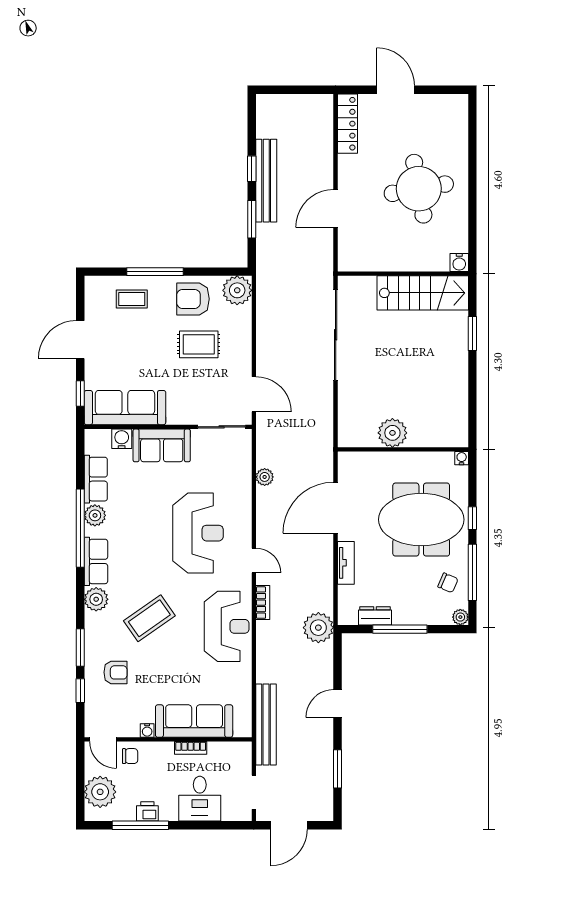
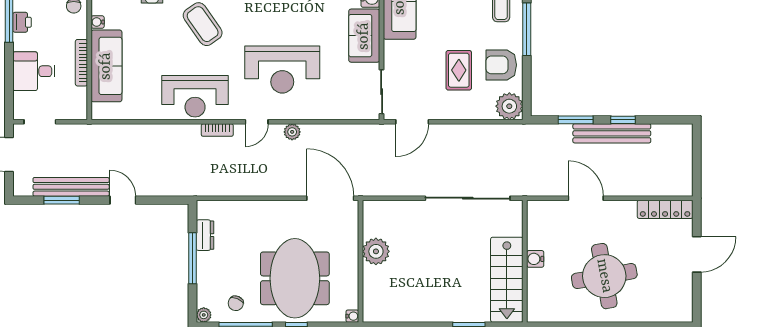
water cooler: (459, 263) -> (535, 259), moved
armchair: (193, 299) -> (501, 65), turned -90
plant: (265, 477) -> (292, 132), moved
door: (336, 508) -> (330, 198), moved
tv unit: (346, 563) -> (254, 208), removed
plant: (318, 628) -> (194, 182), removed
bench: (266, 724) -> (71, 187), moved
bookcase: (191, 748) -> (81, 63), width x1.56

